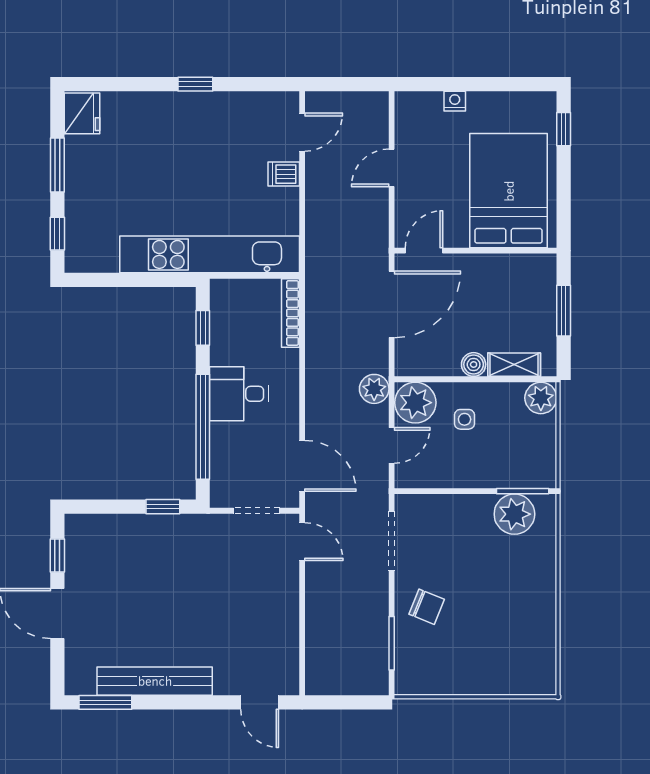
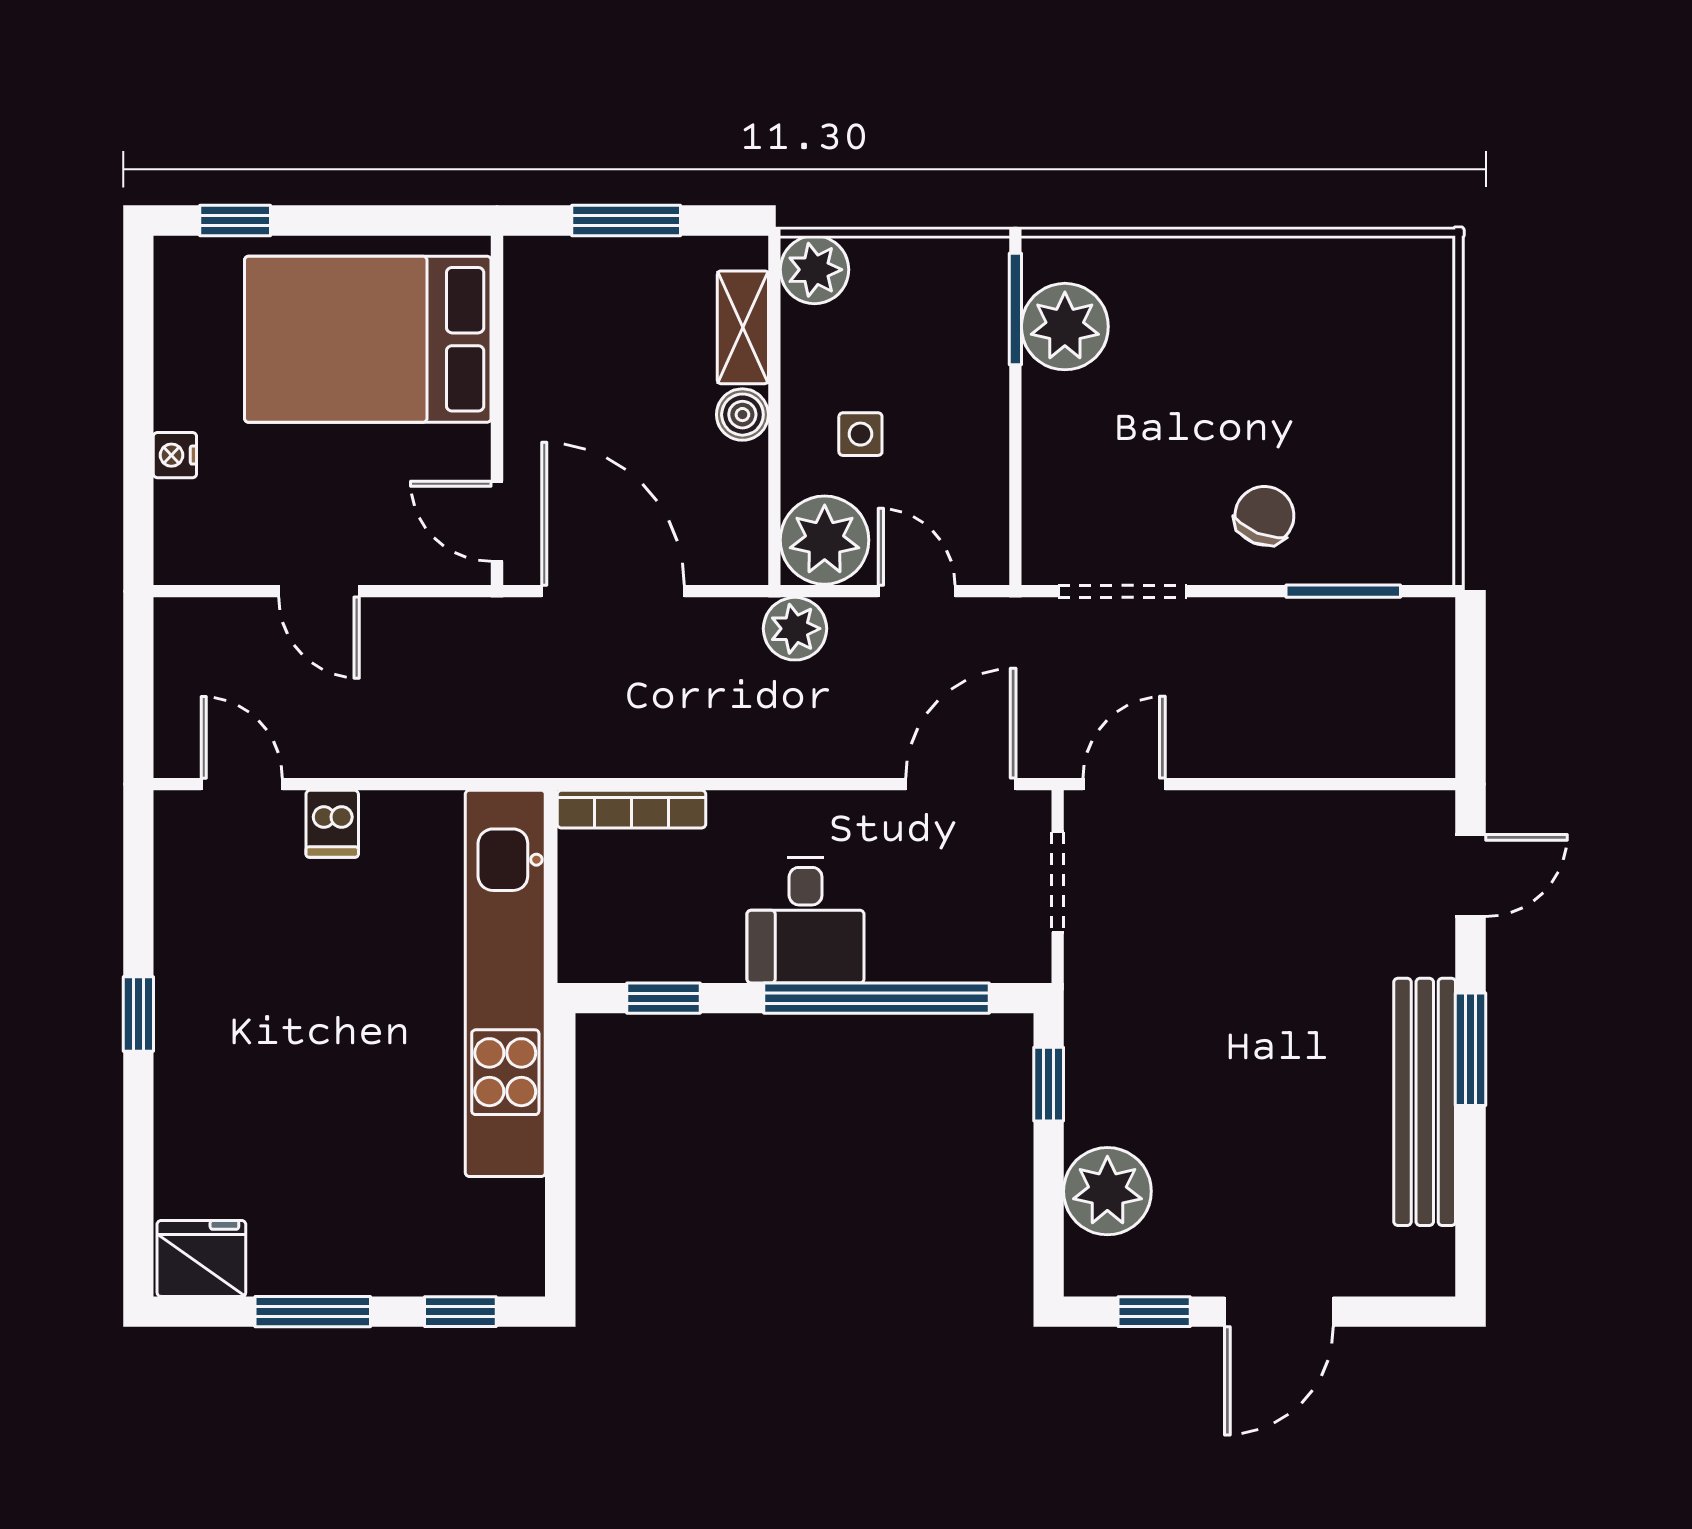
plant: (113, 534) -> (1107, 1191), added
window: (105, 702) -> (1471, 1049), moved

